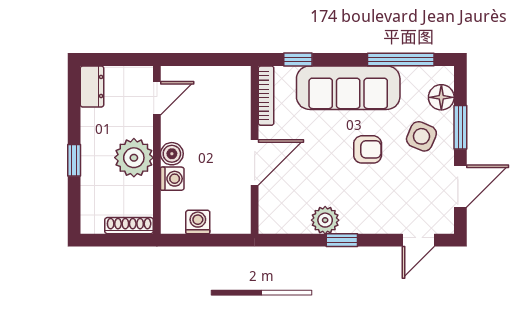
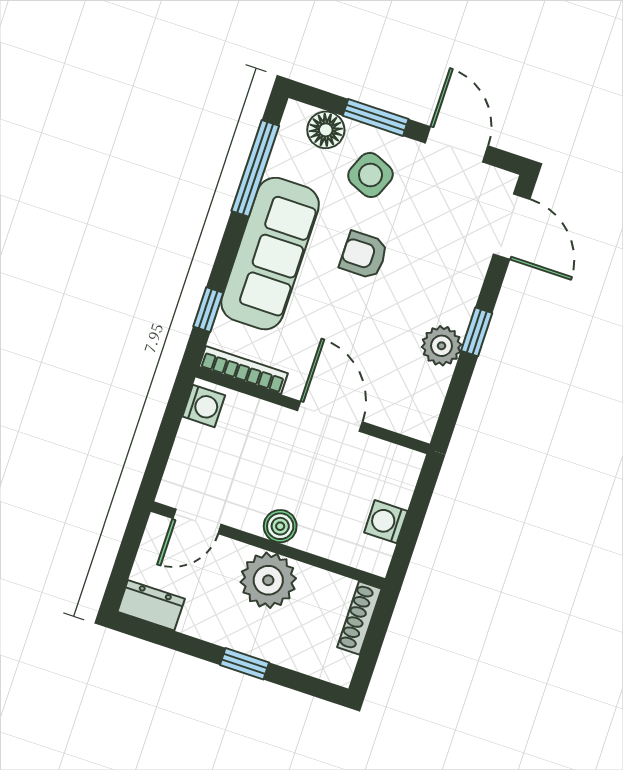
door: (157, 98) -> (197, 521), swing flipped
armchair: (368, 149) -> (364, 255), turned -90
washing machine: (172, 179) -> (204, 406), moved, turned 90
door: (418, 240) -> (512, 227), width x1.38

